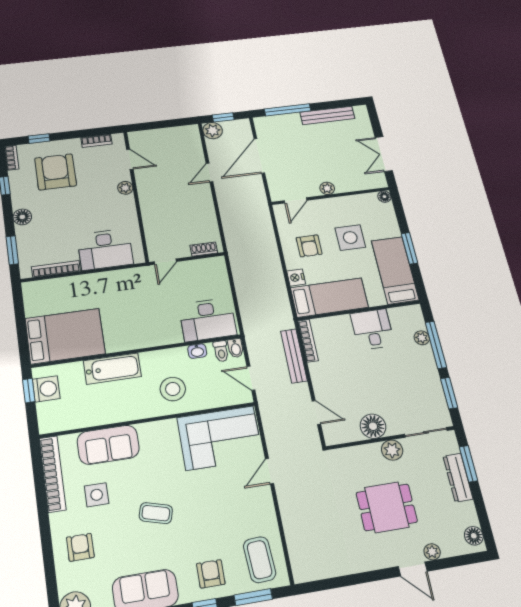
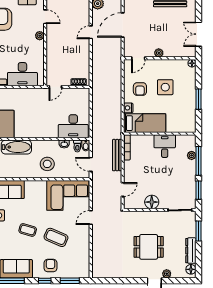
bed: (395, 270) -> (187, 112), removed
door: (316, 413) -> (123, 189), hinge flipped
plant: (392, 450) -> (159, 217), removed
dresser: (458, 478) -> (191, 251), moved
coffee table: (260, 560) -> (56, 237), moved, turned -64

